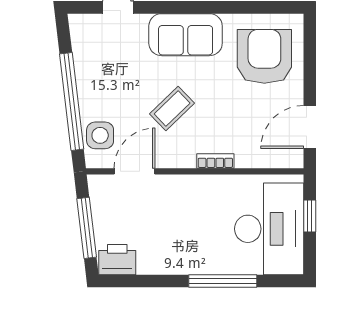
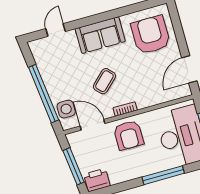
bookcase: (215, 161) -> (125, 109), moved
door: (135, 171) -> (93, 125), hinge flipped
armchair: (186, 203) -> (129, 135), added

